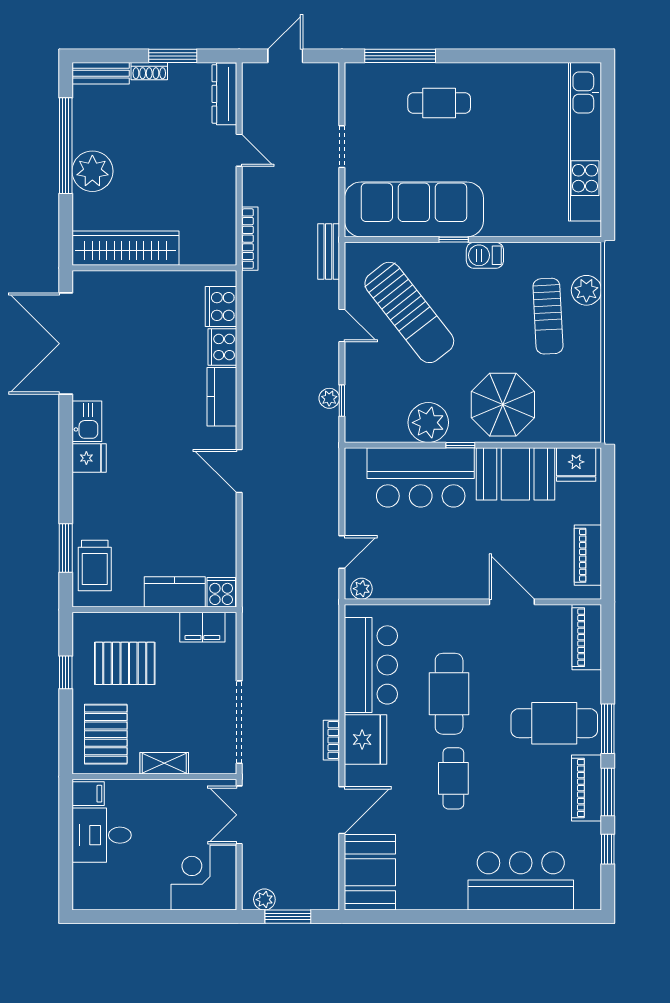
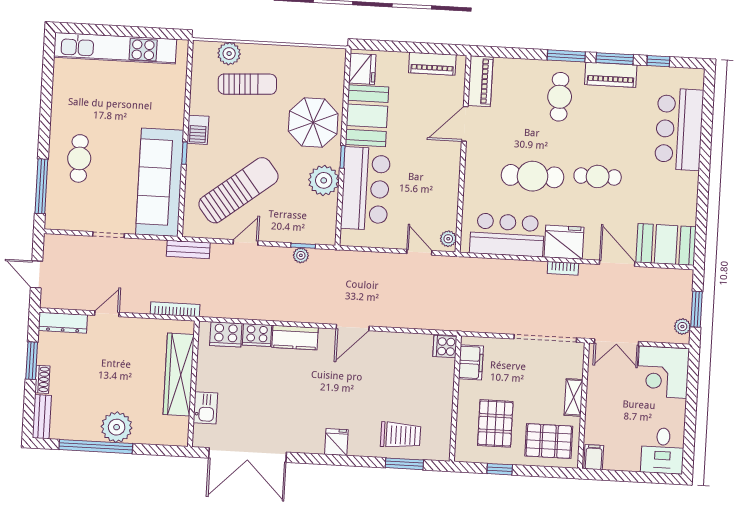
wardrobe: (125, 248) -> (179, 374), moved
kitchen sink: (87, 421) -> (205, 408), moved, turned 90
trolley: (95, 565) -> (401, 435), moved
kitchen counter: (175, 592) -> (443, 382), removed
piano: (587, 637) -> (480, 81), moved, turned -90
cafe table: (554, 723) -> (560, 97), width x0.73, depth x0.74
desk: (102, 835) -> (663, 451), moved

